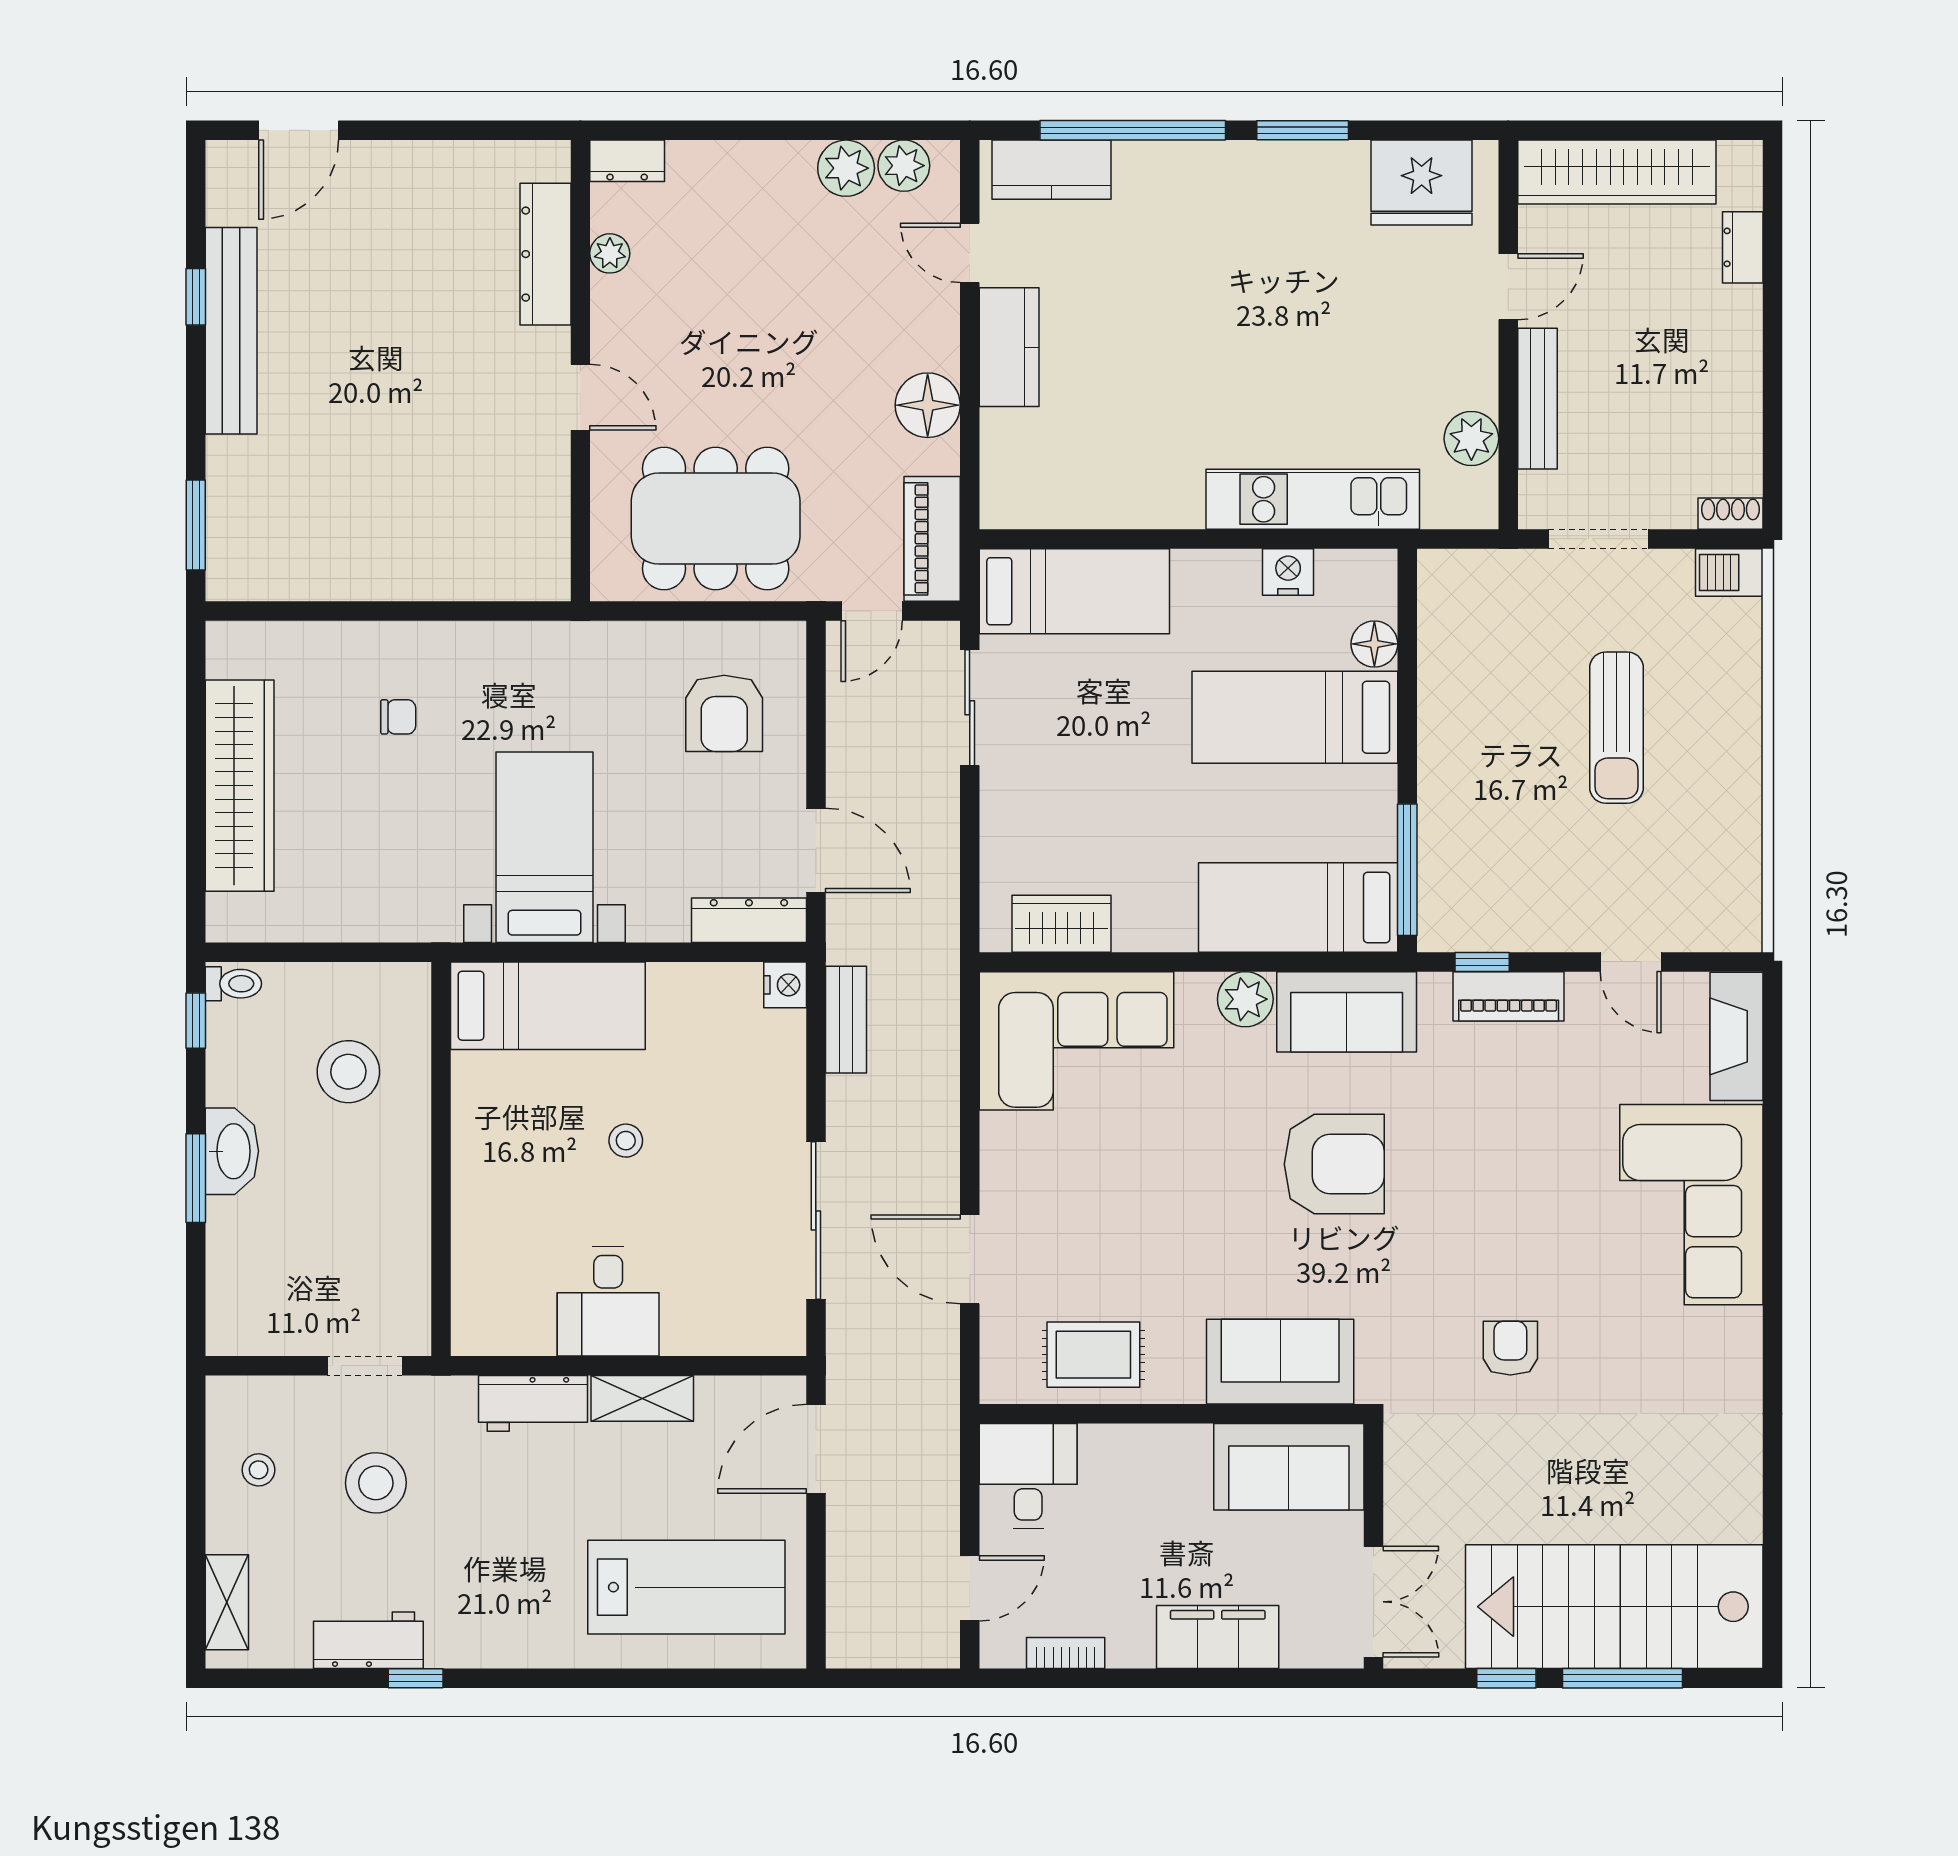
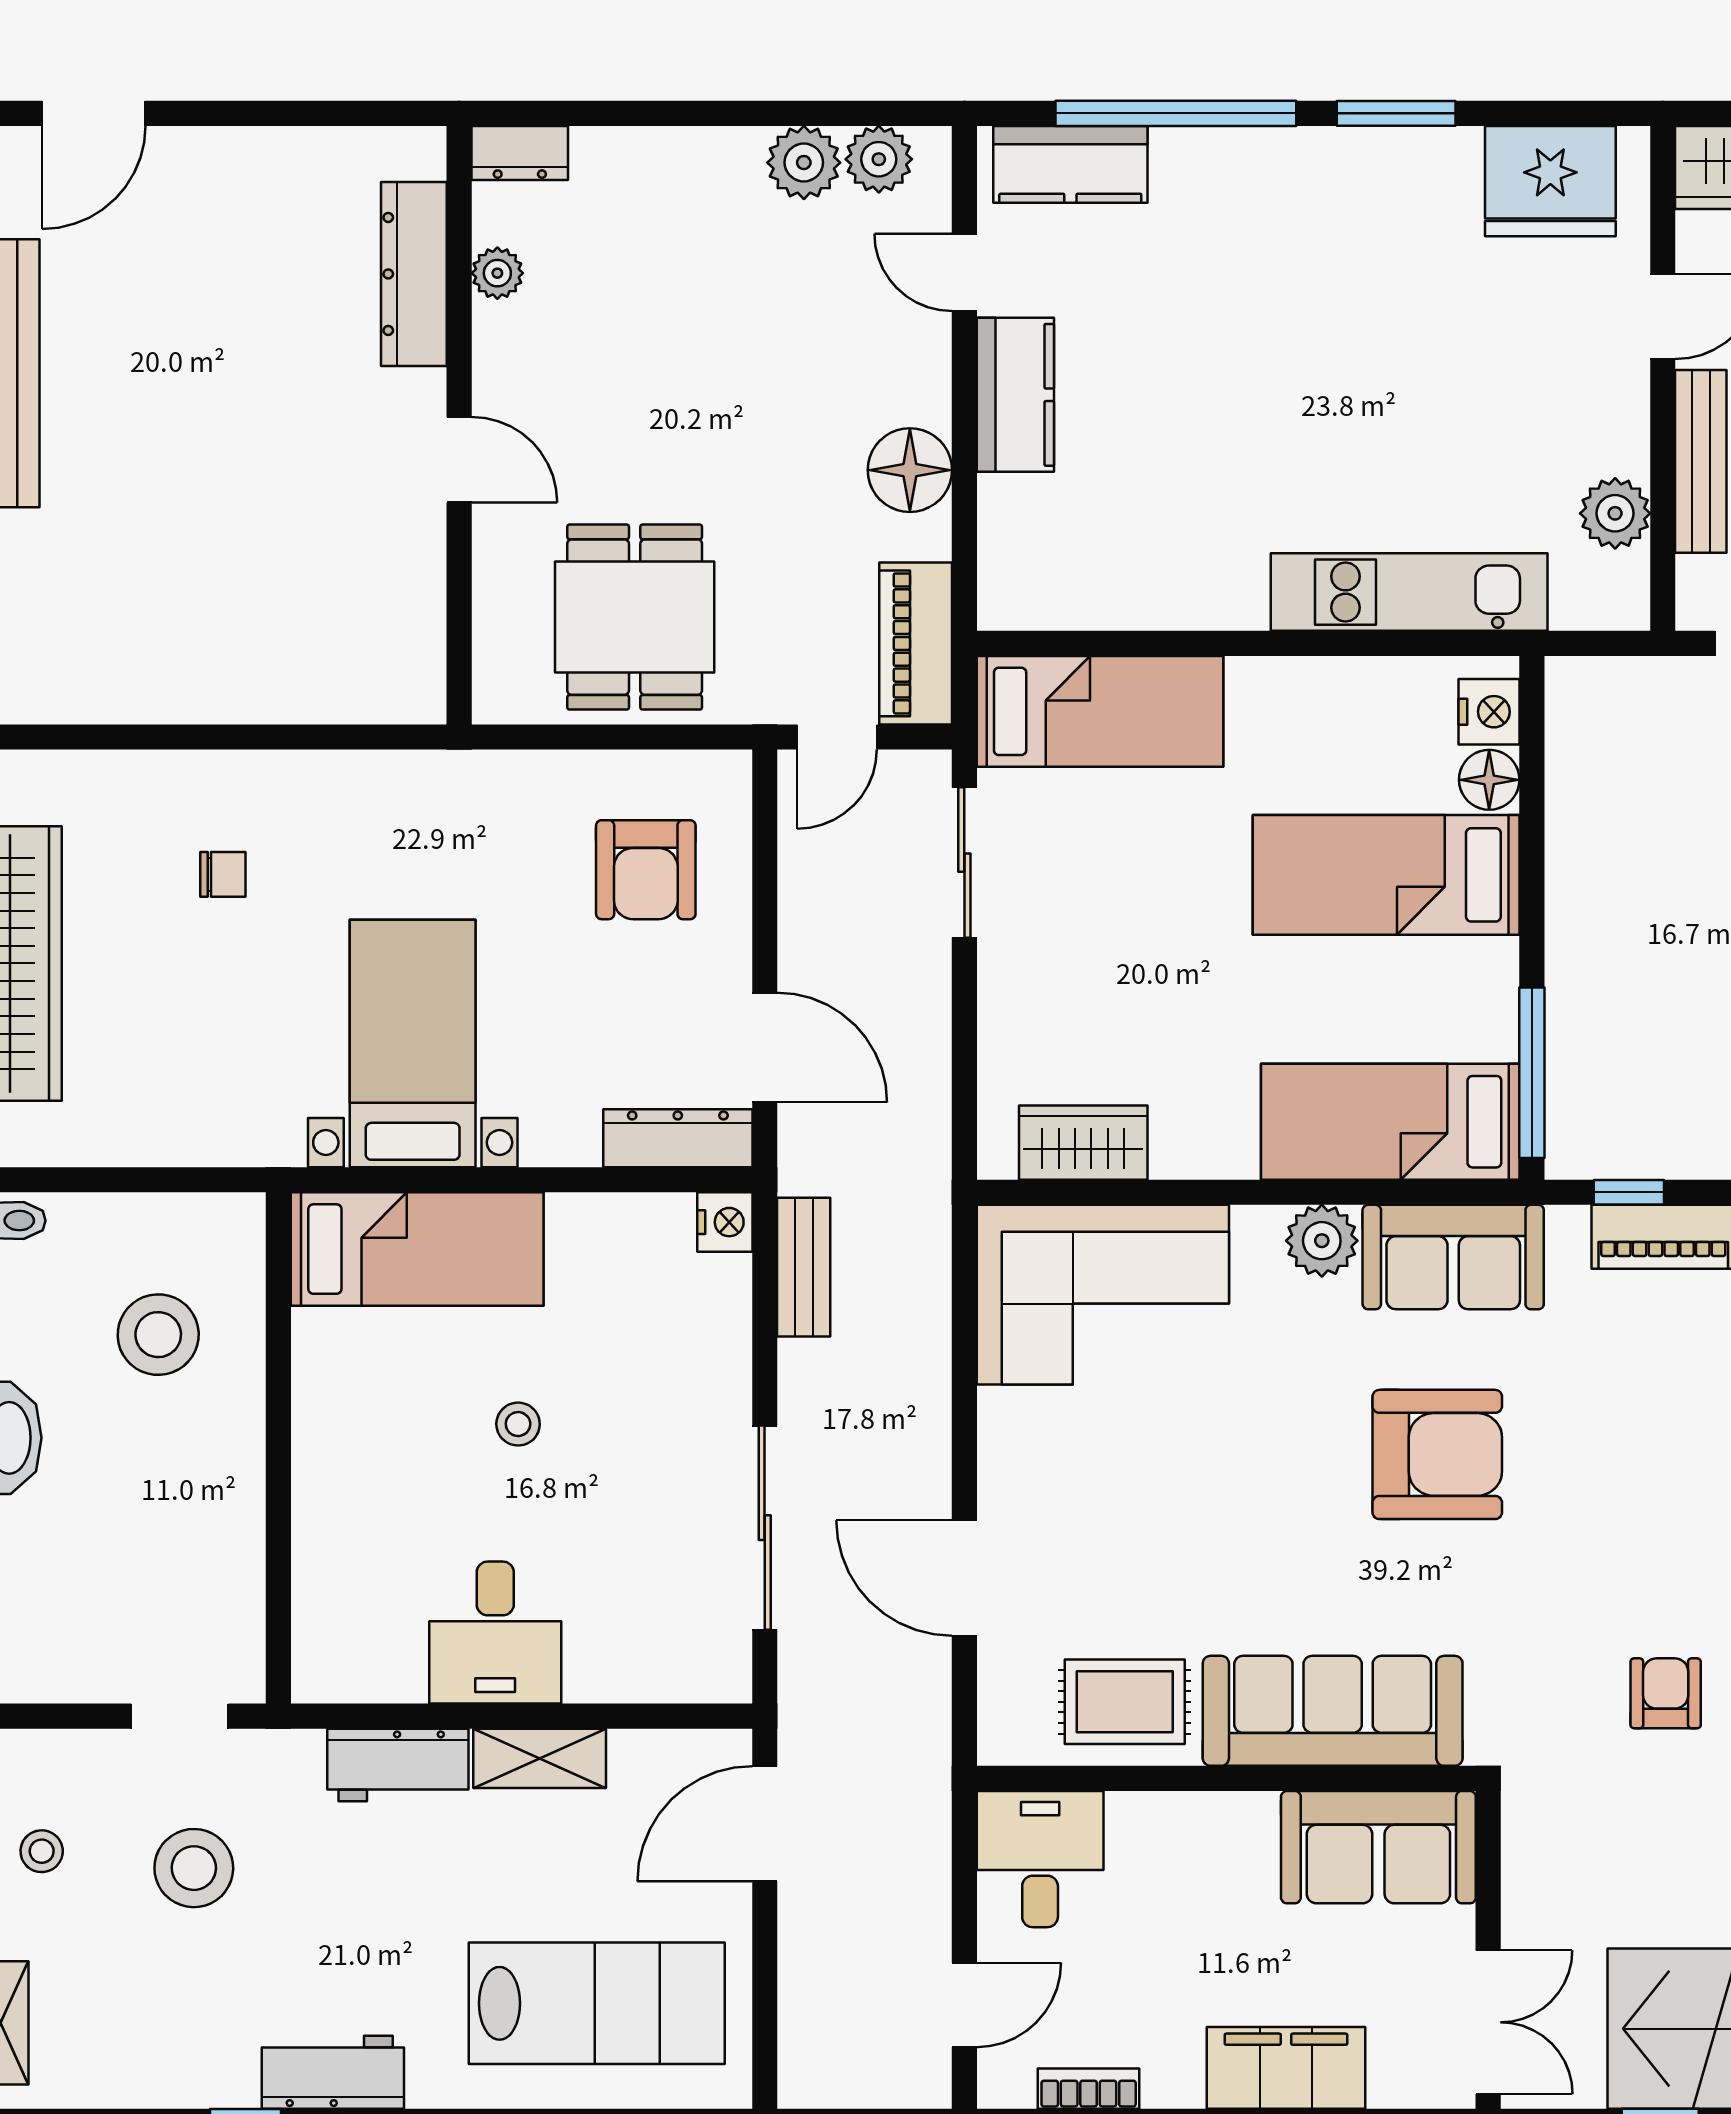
dining table: (716, 519) -> (635, 617), width x0.73
nightstand: (1288, 572) -> (1489, 712), moved, turned 90
sofa: (1280, 1362) -> (1333, 1711), width x1.36
workbench: (368, 1640) -> (333, 2072), moved

